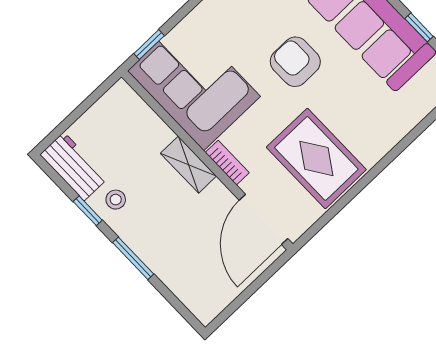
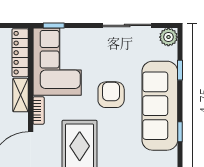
locker: (140, 115) -> (20, 53), added

